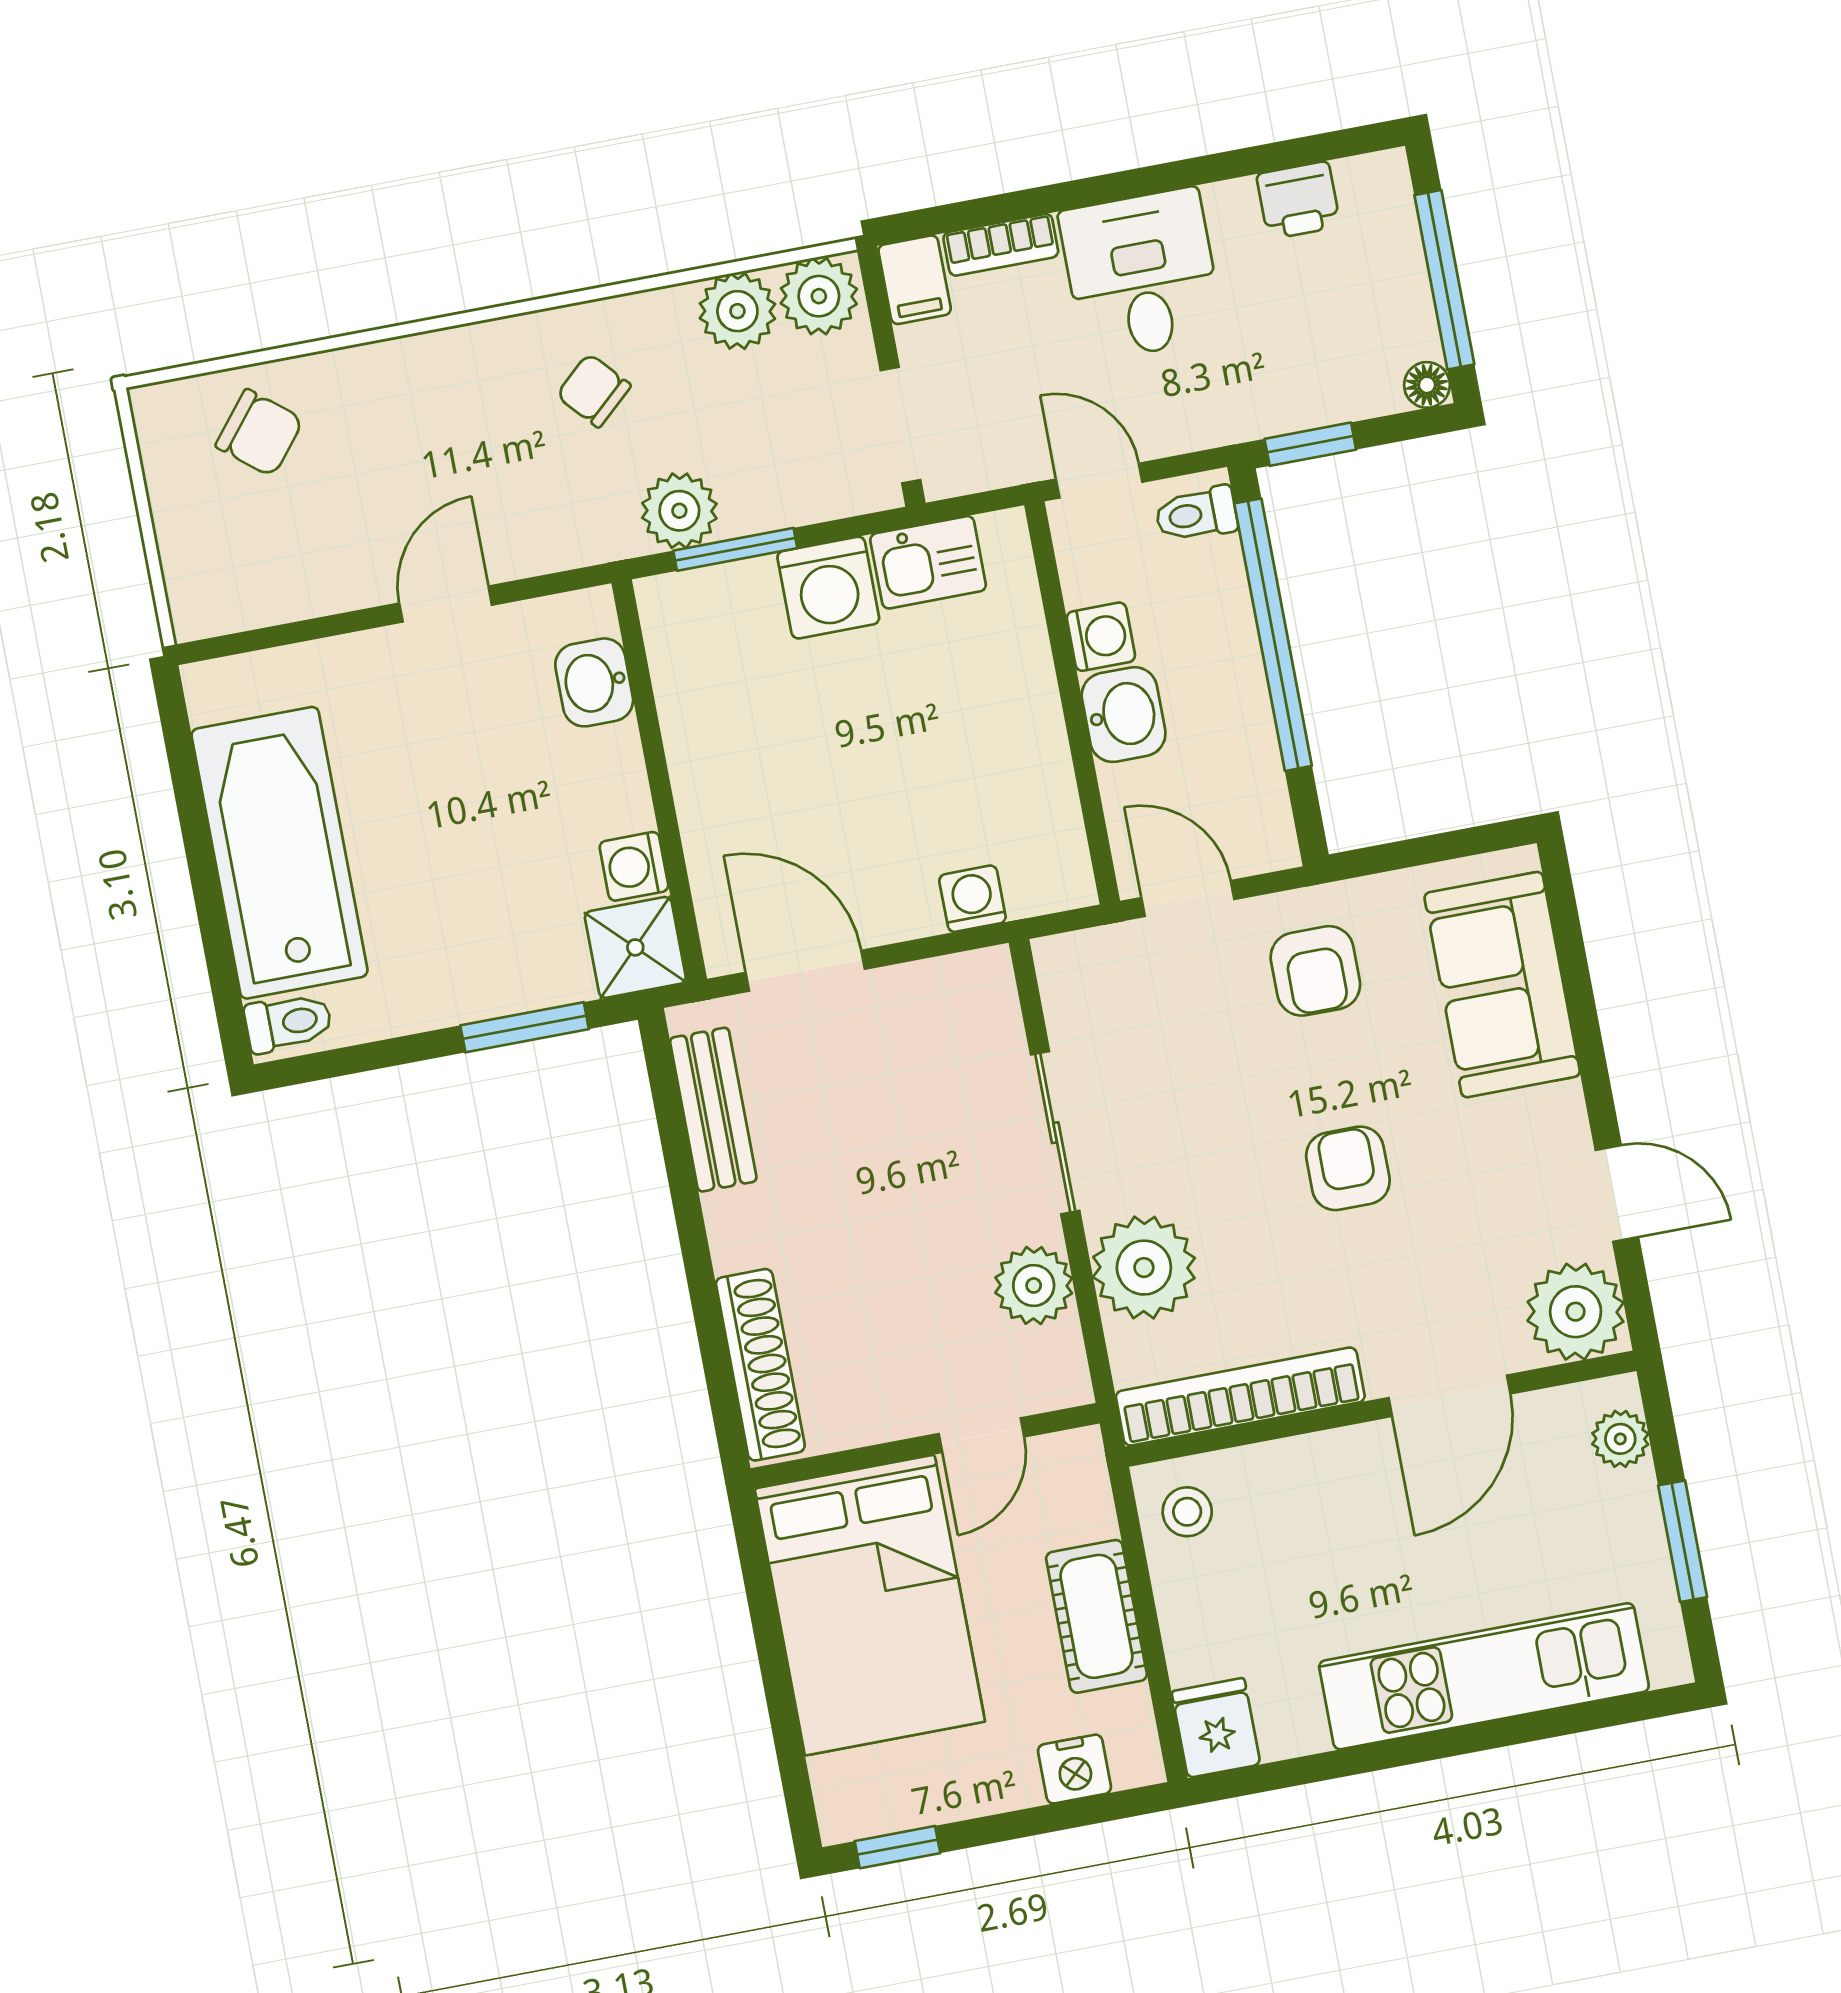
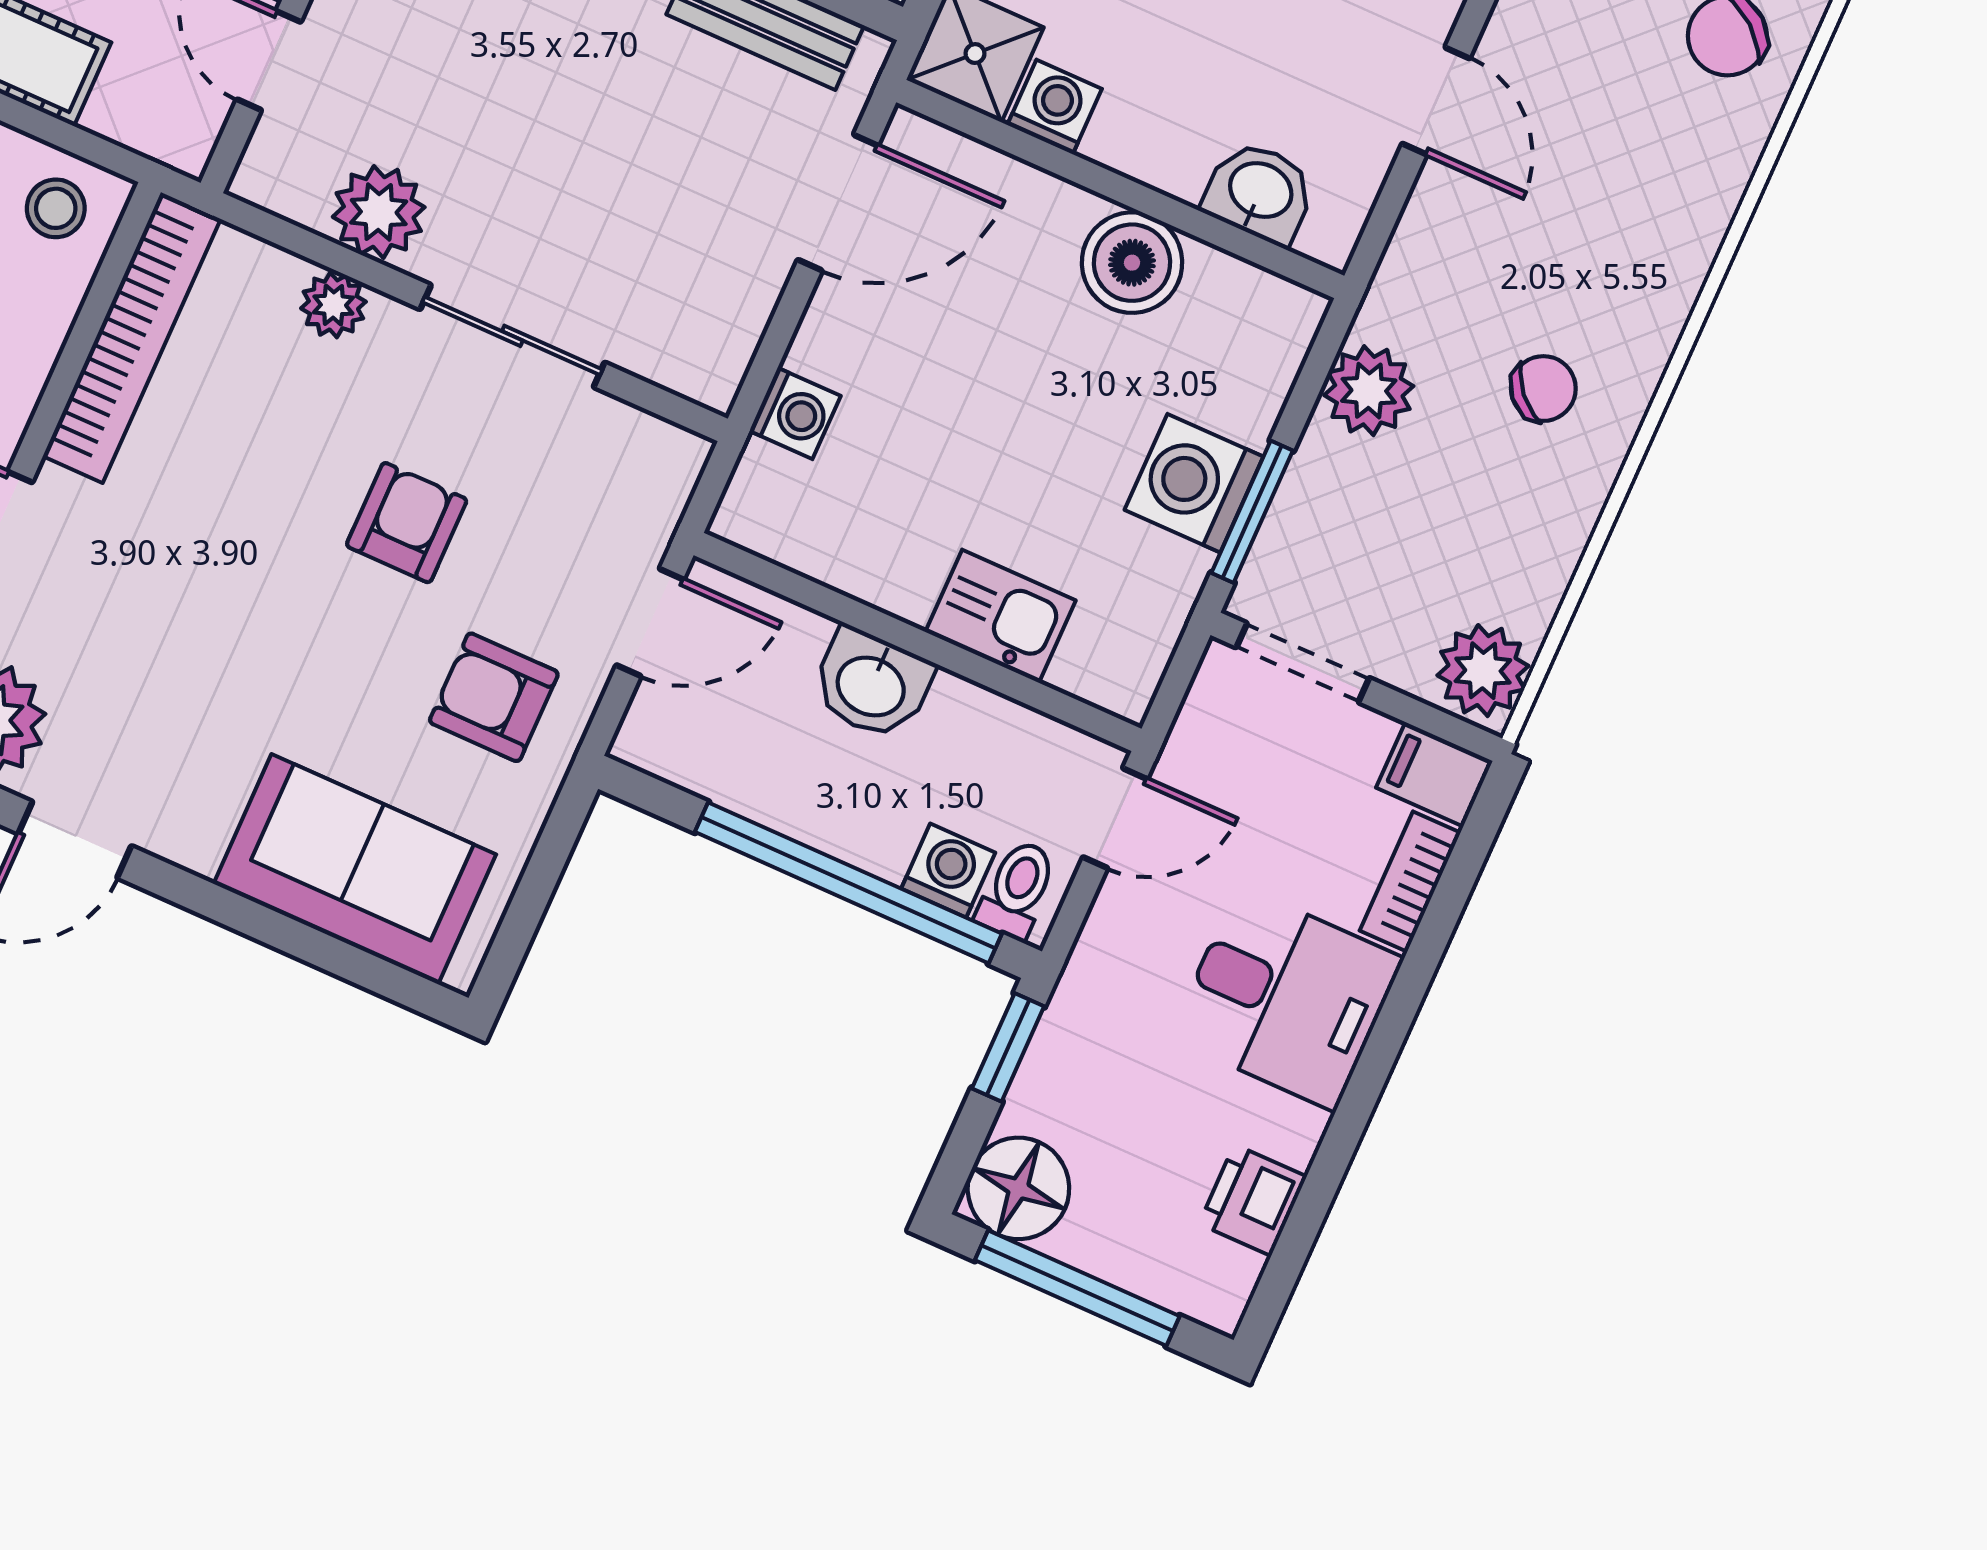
plant: (737, 311) -> (1523, 582), removed
floor lamp: (1427, 385) -> (1018, 1188), width x1.89, depth x1.89
window: (735, 549) -> (1252, 512), moved
kitchen sink: (928, 562) -> (1001, 616), moved, turned 90
washing machine: (1101, 637) -> (948, 871), moved, turned 180
boiler: (705, 737) -> (1132, 263), added
armchair: (1348, 1168) -> (407, 523), moved, turned -90
plant: (1144, 1268) -> (333, 305), width x0.53, depth x0.53

